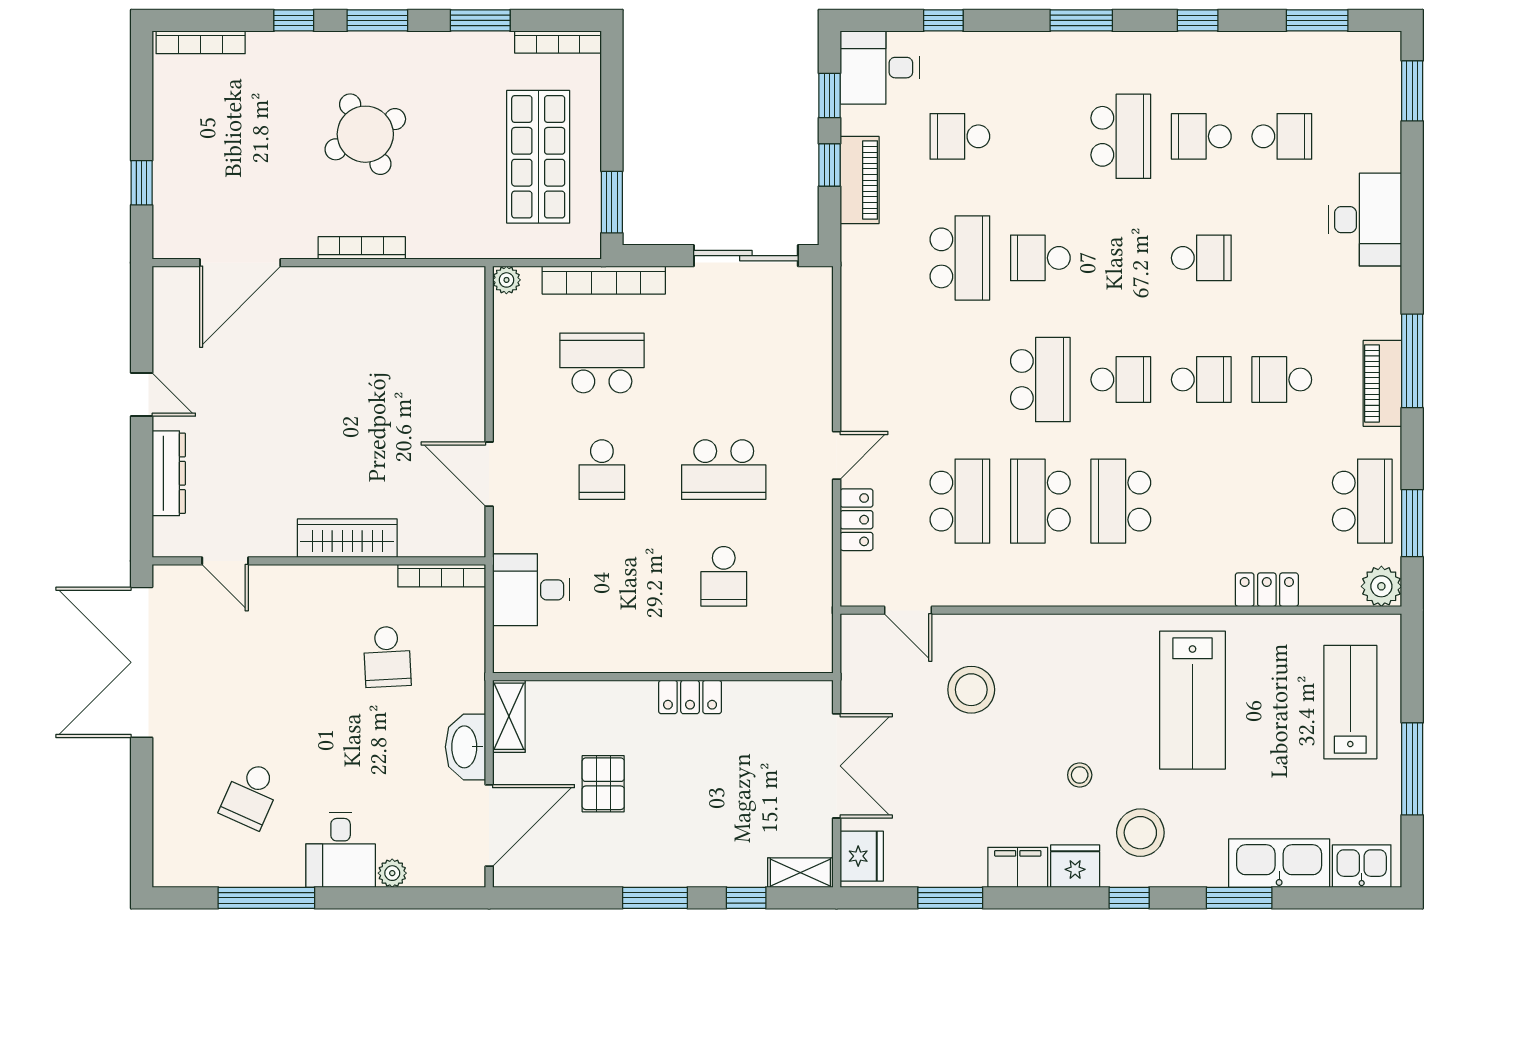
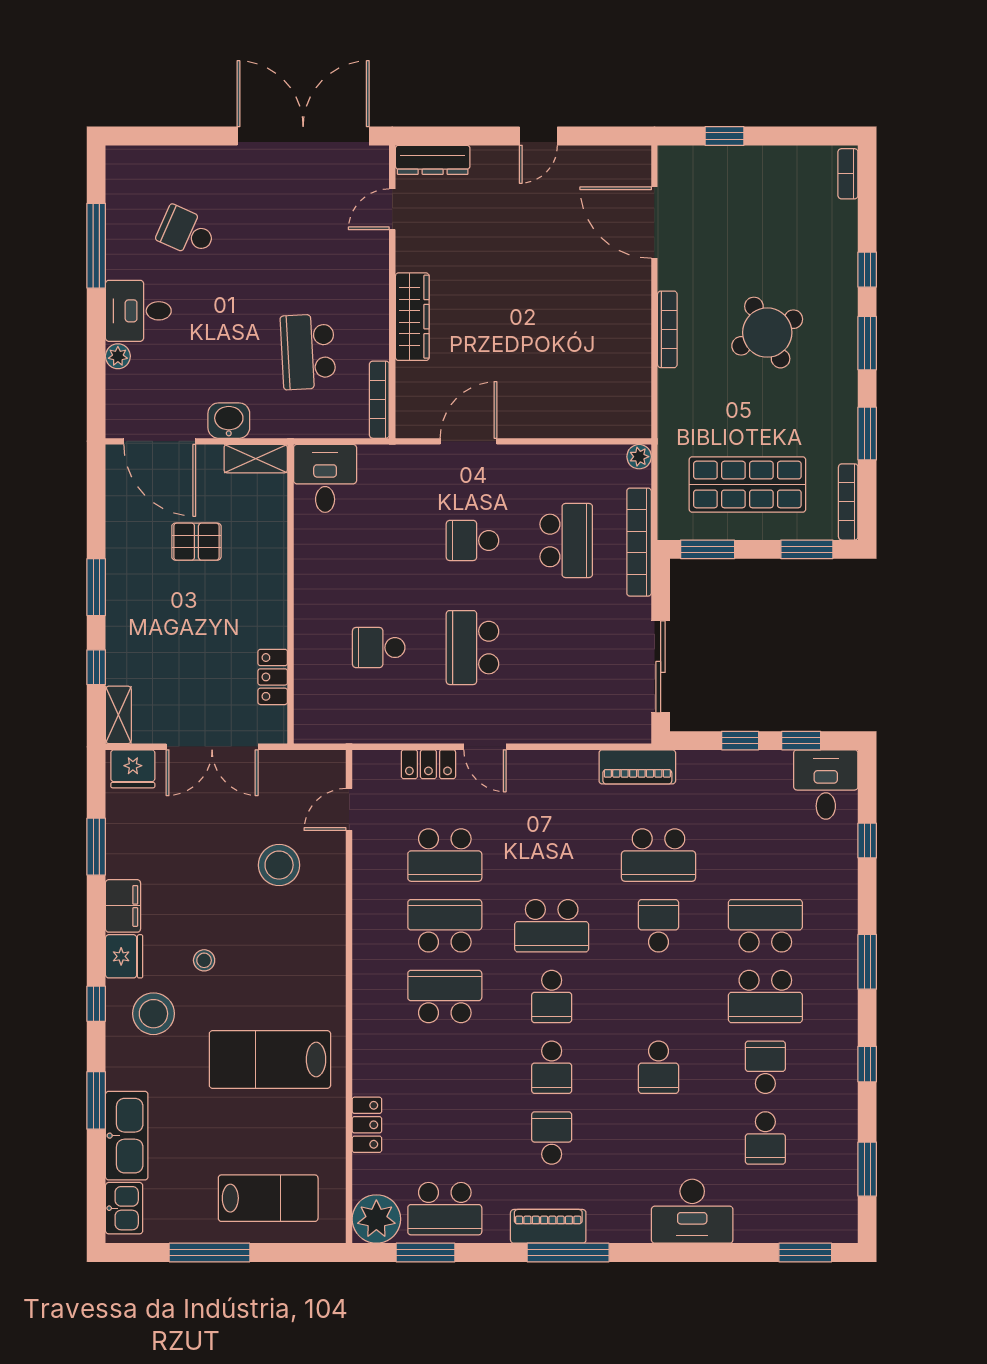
bookcase: (201, 42) -> (848, 174), width x0.64
window: (612, 89) -> (807, 549), added
school desk: (960, 136) -> (765, 926), moved, width x1.85
piano: (860, 180) -> (637, 767), moved
dresser: (169, 473) -> (433, 160), moved
plant: (1381, 586) -> (376, 1219), width x1.36, depth x1.36
desk: (531, 590) -> (325, 478), moved
school desk: (387, 657) -> (308, 352), width x1.85
locker: (690, 697) -> (273, 677), moved
washbasin: (465, 747) -> (229, 421), width x0.72

